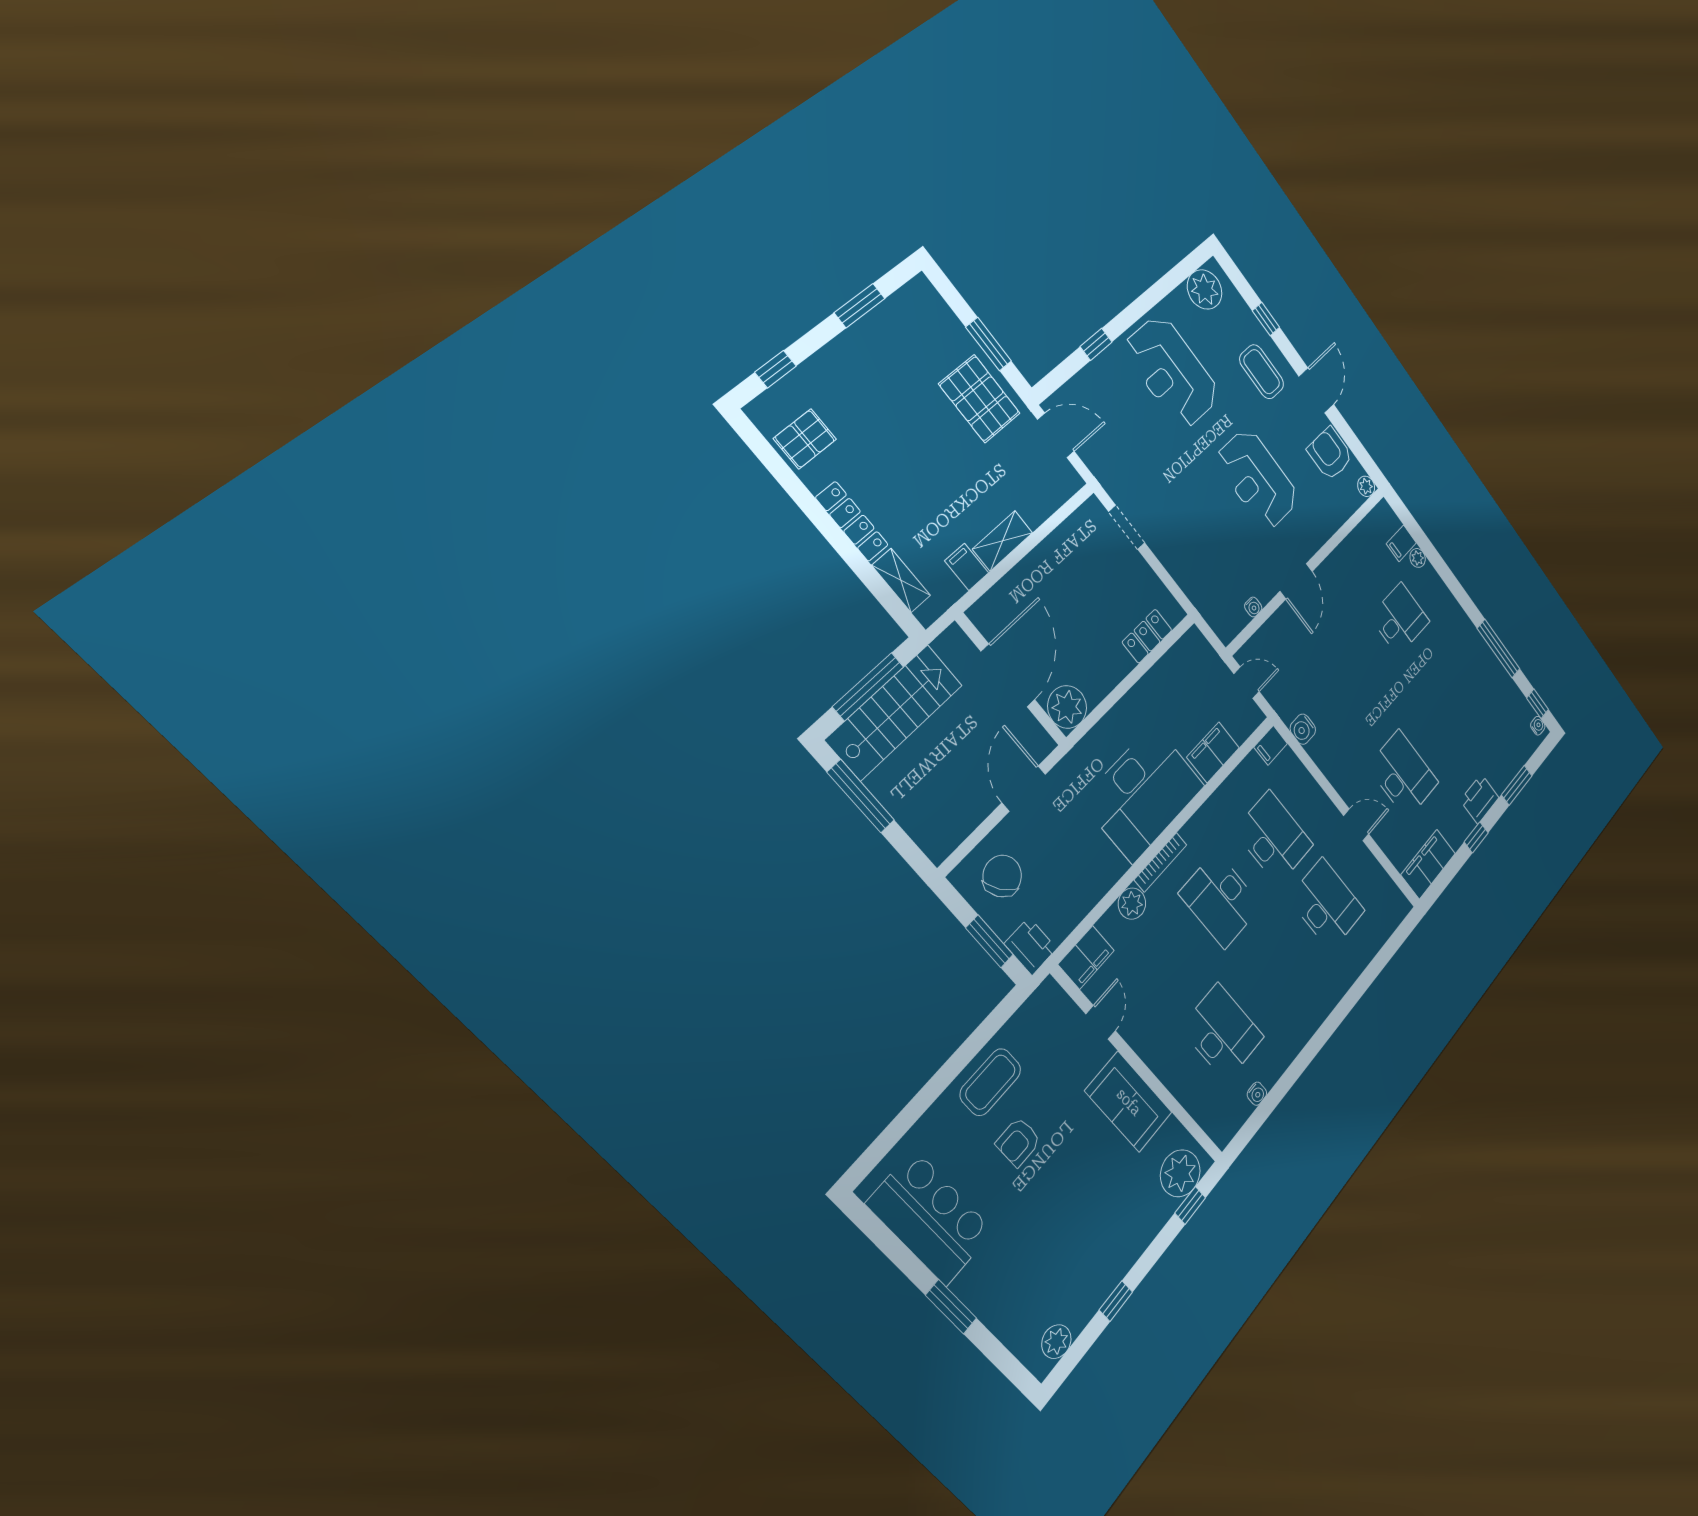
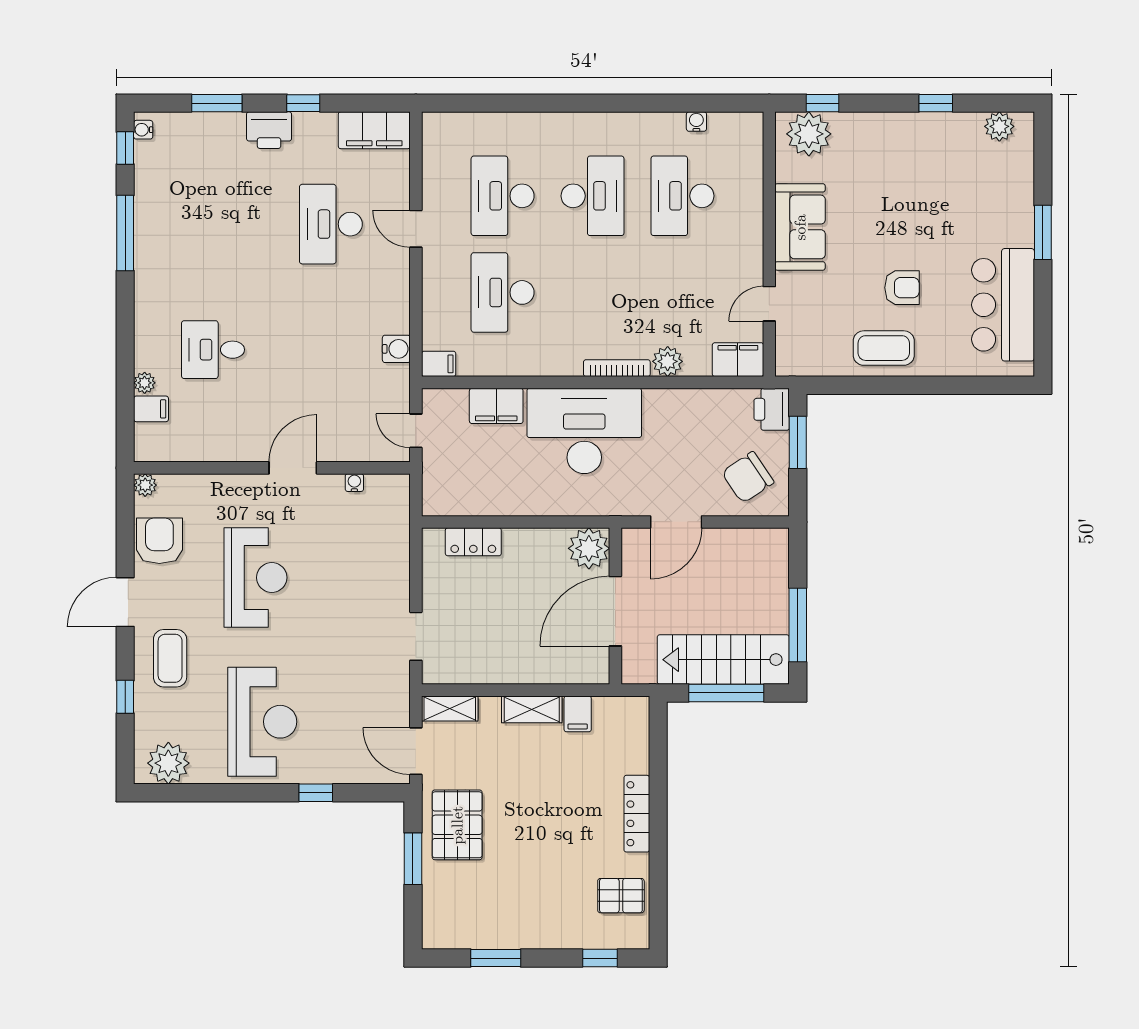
armchair: (1330, 454) -> (159, 541), turned 180
shelving: (901, 580) -> (450, 708), moved, turned 90
desk: (1221, 900) -> (593, 196), moved

